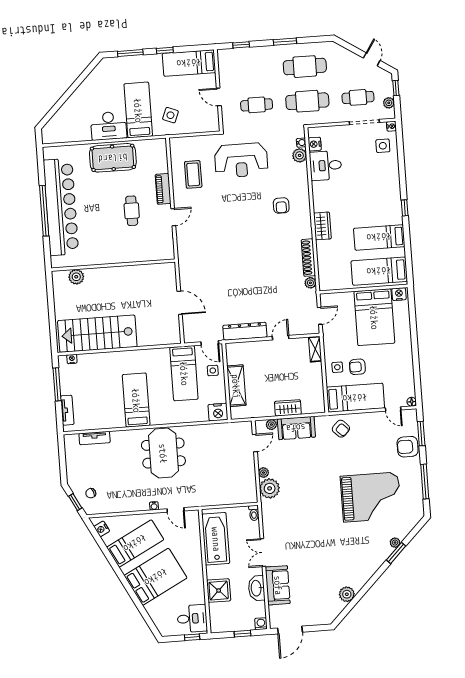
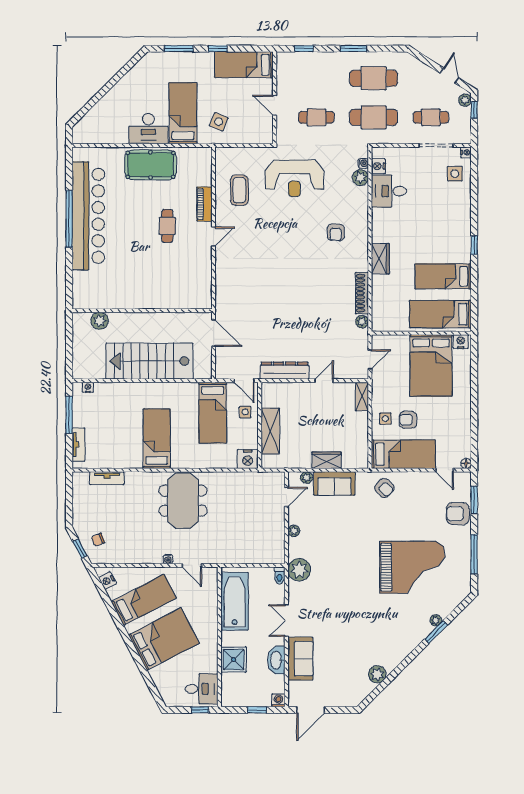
plant: (389, 103) -> (465, 100), moved
wall: (113, 265) -> (142, 311), moved
plant: (76, 277) -> (100, 321), moved
stairs: (97, 334) -> (150, 361), moved
plant: (270, 488) -> (299, 570), moved

